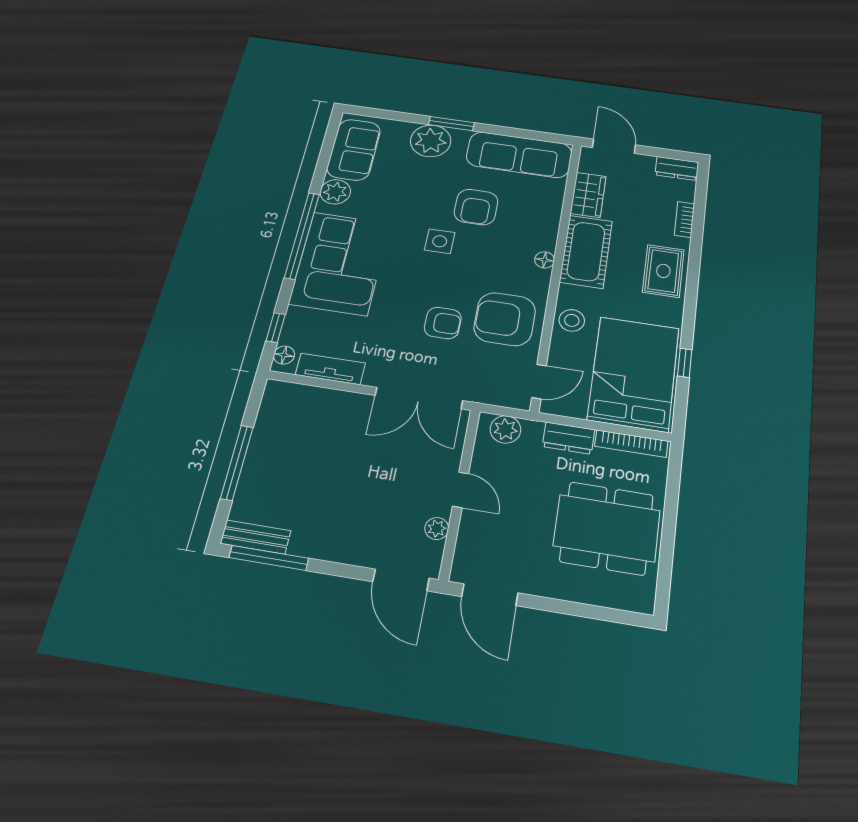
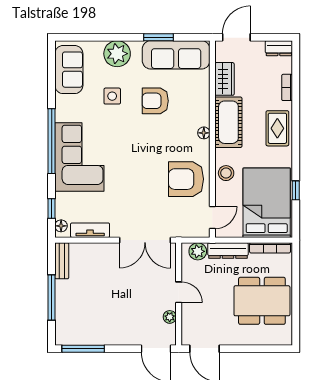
window: (451, 124) -> (159, 37), moved
door: (614, 146) -> (236, 37), hinge flipped
plant: (335, 192) -> (65, 105), removed
armchair: (476, 207) -> (155, 101), turned 90
side table: (440, 241) -> (112, 96), moved
armchair: (443, 323) -> (150, 188), removed
dresser: (569, 438) -> (228, 251), width x1.44
bench: (255, 537) -> (62, 261), moved, turned 90

